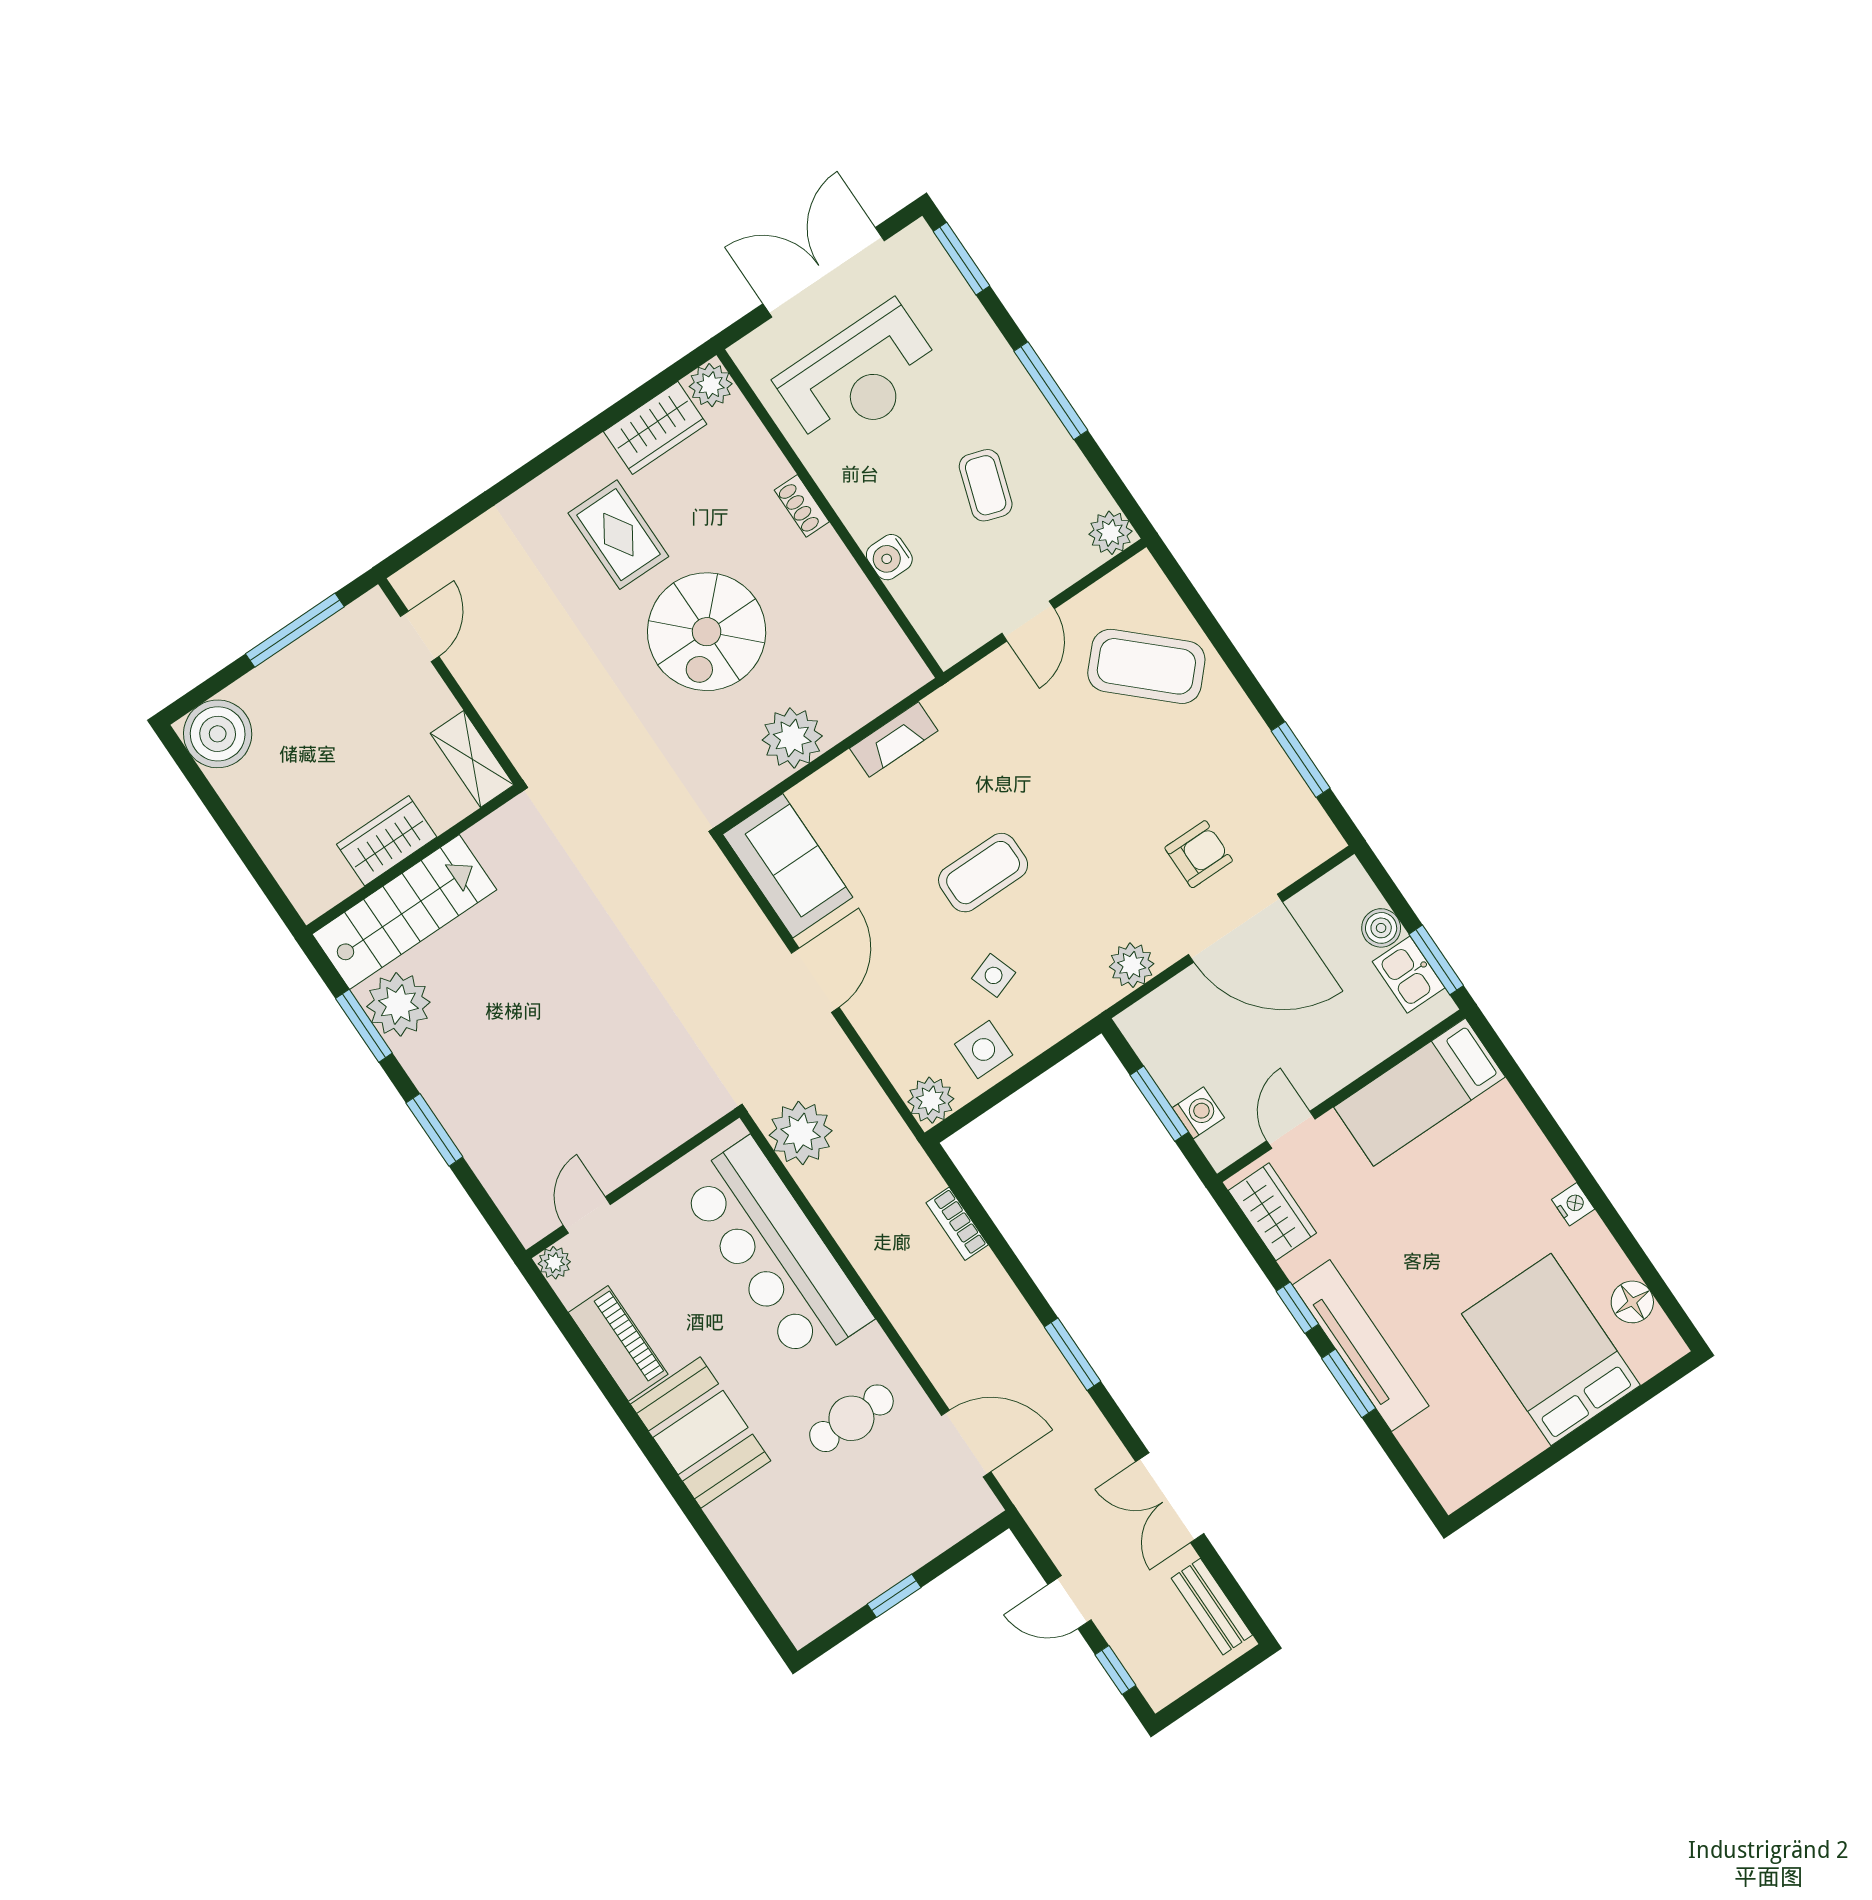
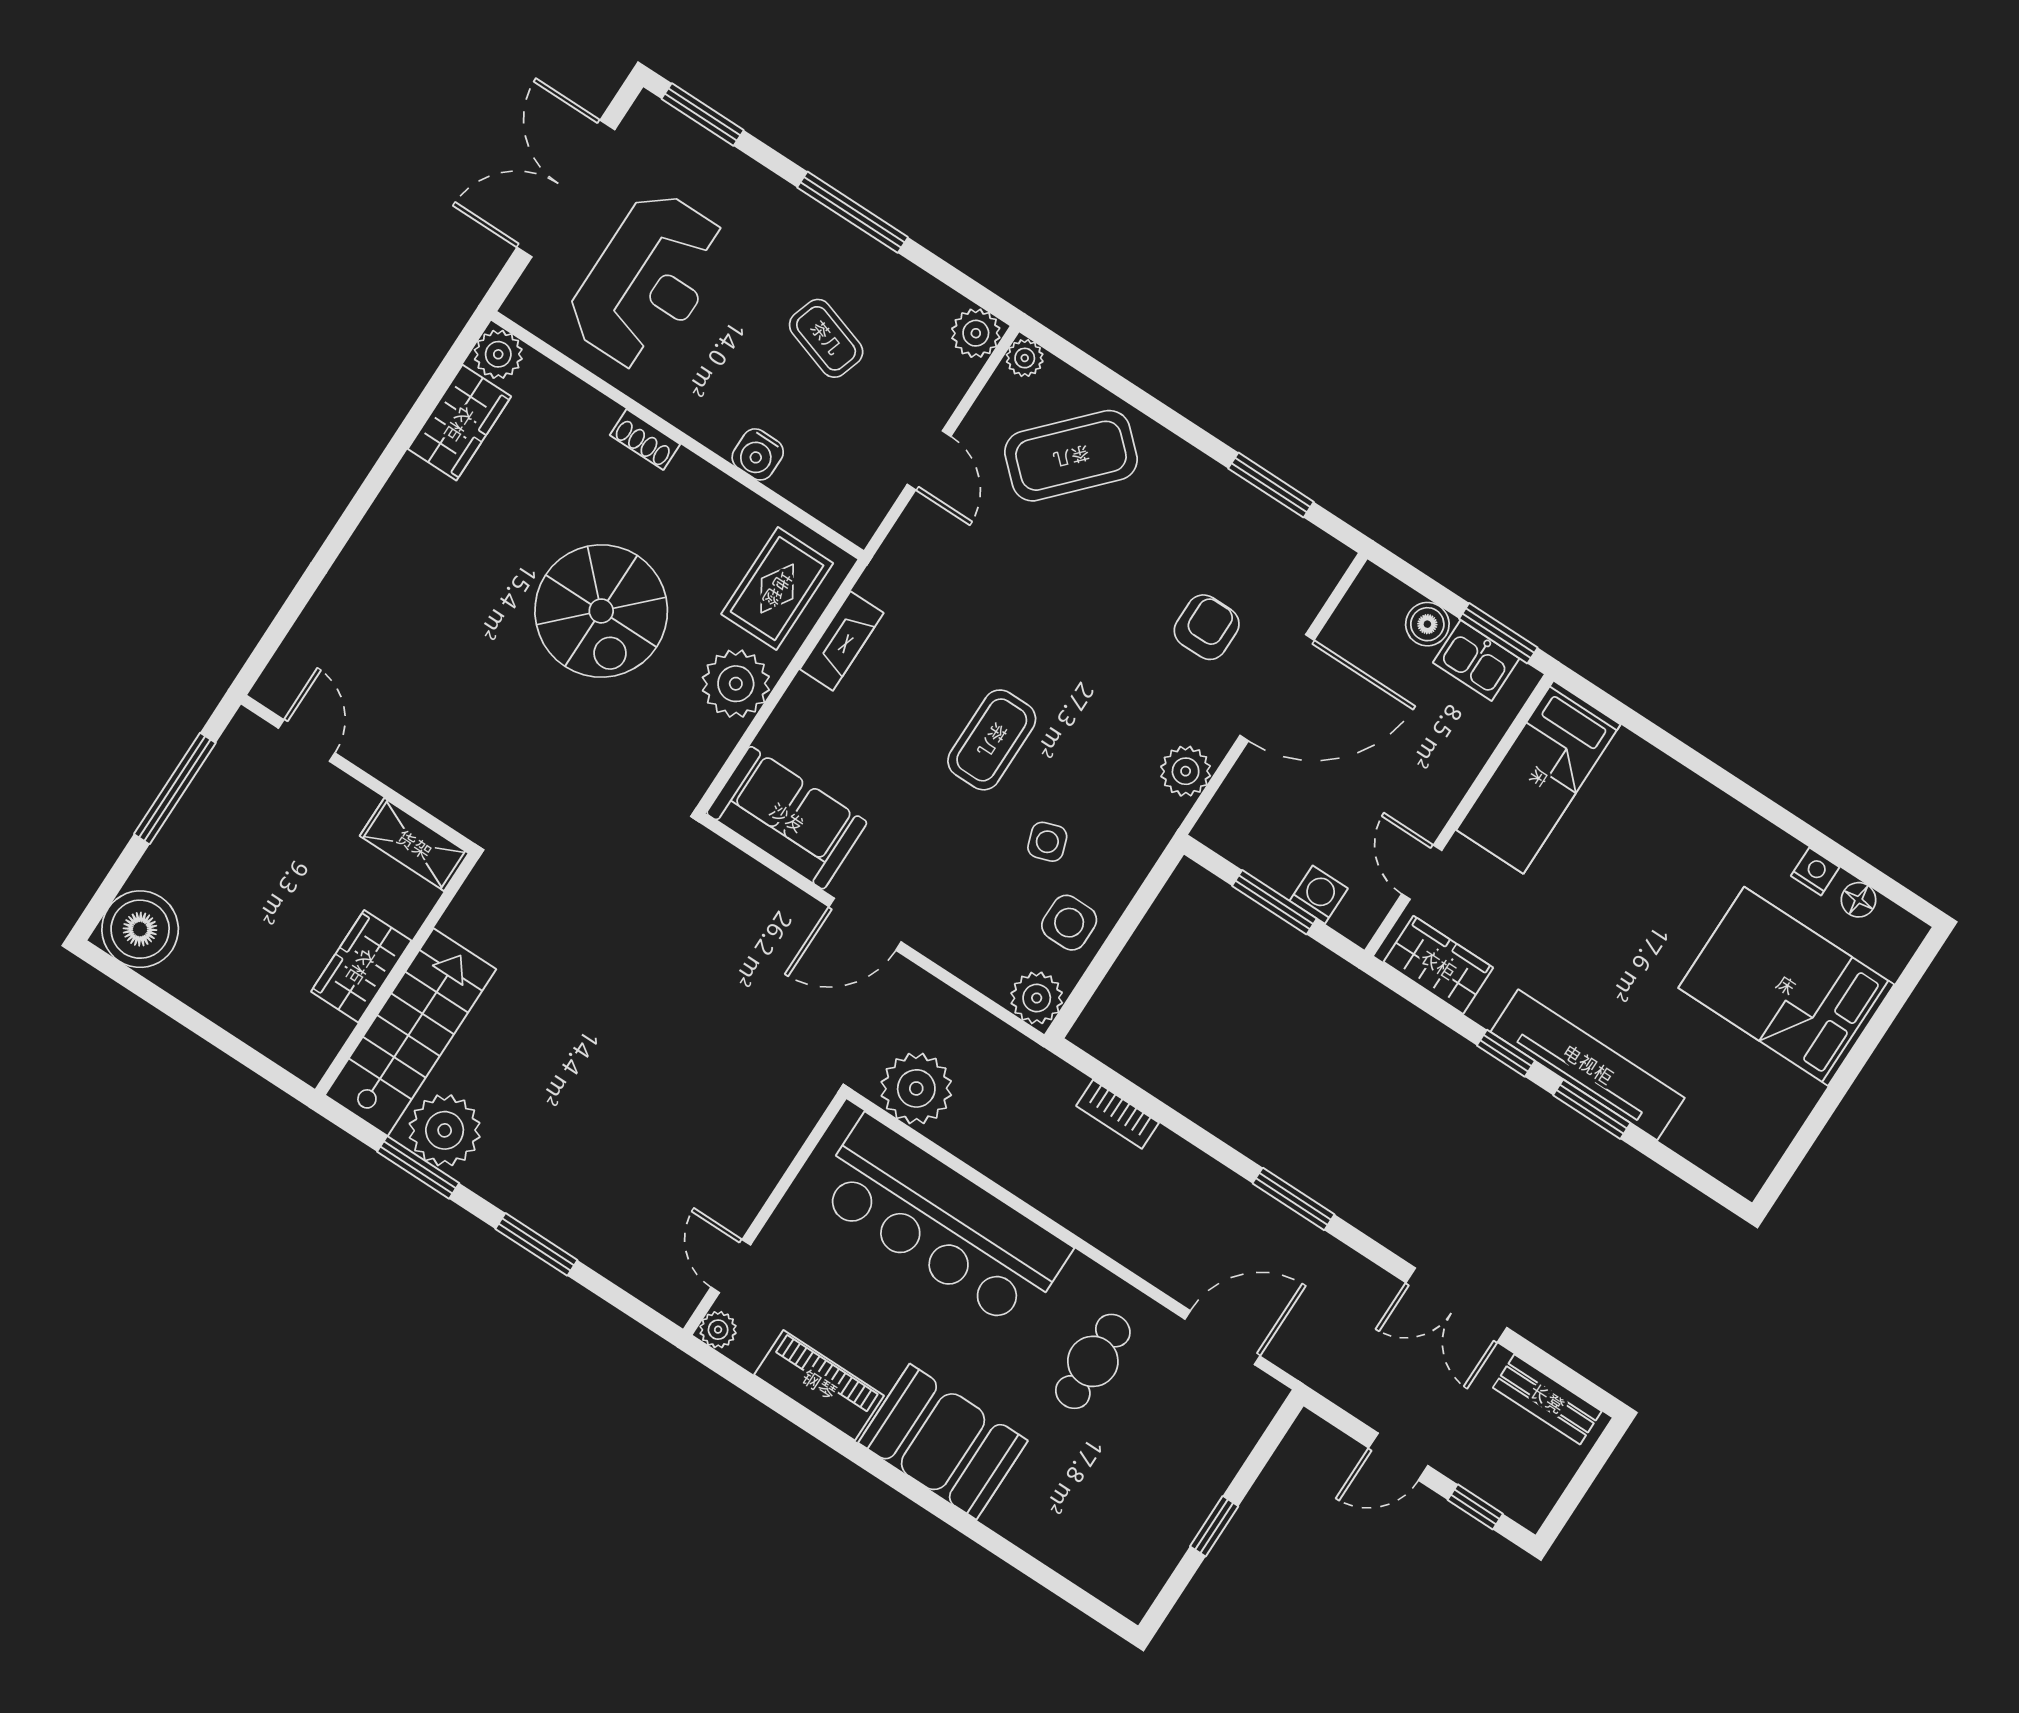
rug: (618, 535) -> (777, 589), moved, turned 90
plant: (1142, 570) -> (1025, 358), added
door: (815, 980) -> (865, 924), swing flipped
nightstand: (1573, 1204) -> (1815, 871), moved
floor lamp: (1632, 1302) -> (1859, 900), width x0.73, depth x0.73

